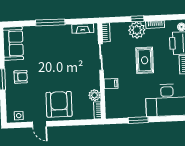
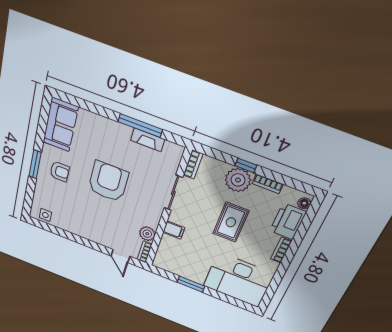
window: (50, 22) -> (140, 126), moved
fireplace: (83, 28) -> (148, 140), moved
armchair: (59, 104) -> (108, 182), moved
door: (40, 124) -> (120, 256), moved

